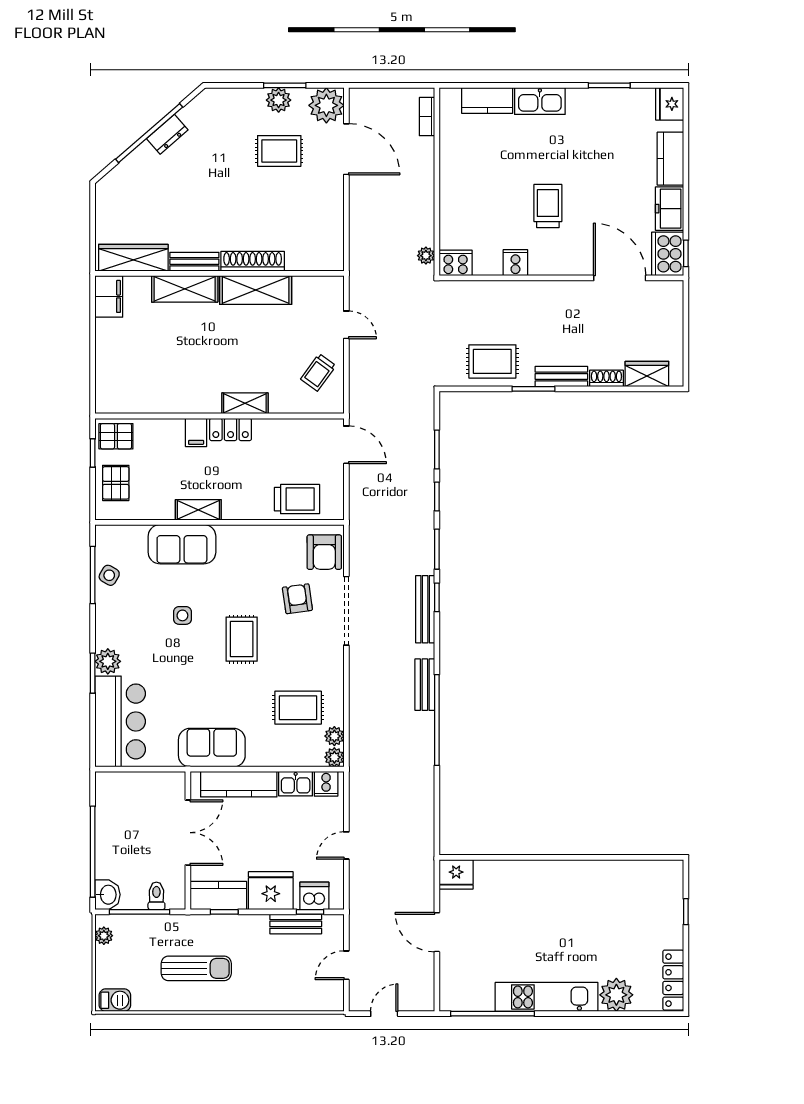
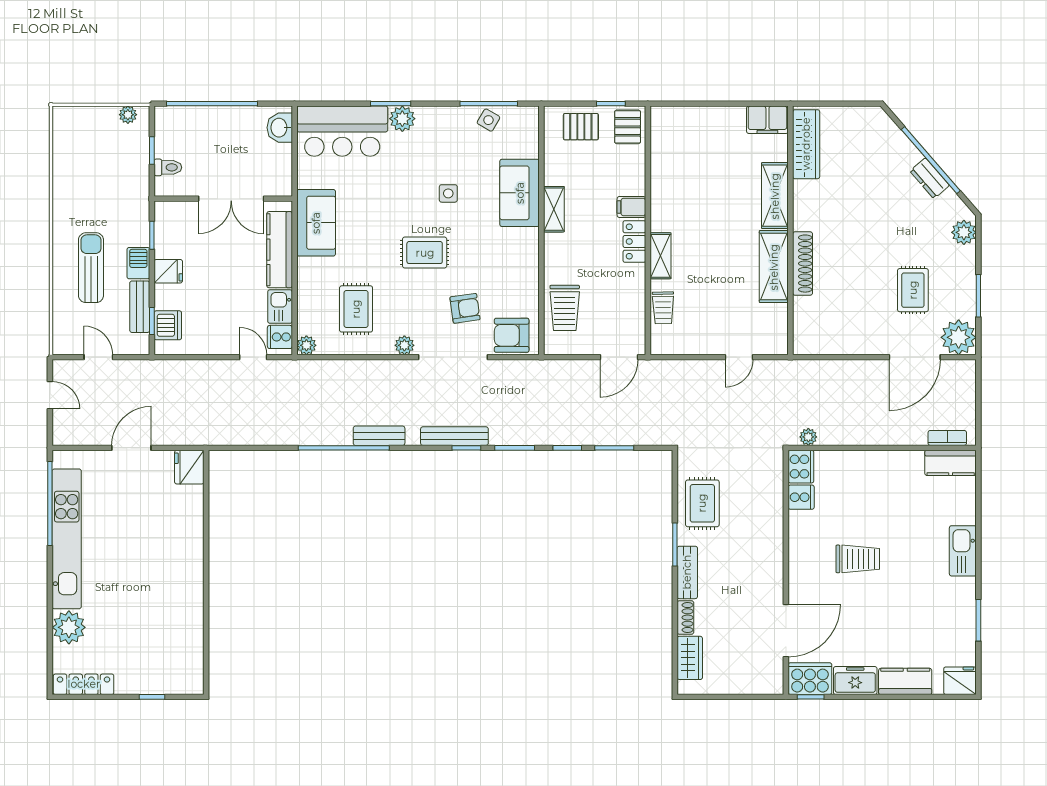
plant: (279, 100) -> (964, 232), moved
kitchen counter: (487, 101) -> (951, 463), moved, turned -90
bench: (194, 262) -> (802, 205), removed
cooker: (515, 263) -> (801, 497), moved
trolley: (318, 372) -> (663, 308), moved, turned -127
plant: (334, 736) -> (404, 345), moved
door: (346, 845) -> (253, 357), moved
fridge: (271, 891) -> (168, 271), width x0.53, depth x0.75
washbasin: (108, 895) -> (280, 128), moved, turned 90
kitchen counter: (218, 895) -> (168, 229), removed
window: (140, 912) -> (152, 151), width x0.46
sun lounger: (196, 968) -> (91, 268), moved, turned 180
kitchen unit: (547, 997) -> (67, 539), width x1.36
barbecue: (115, 1000) -> (138, 263), moved, turned 180

